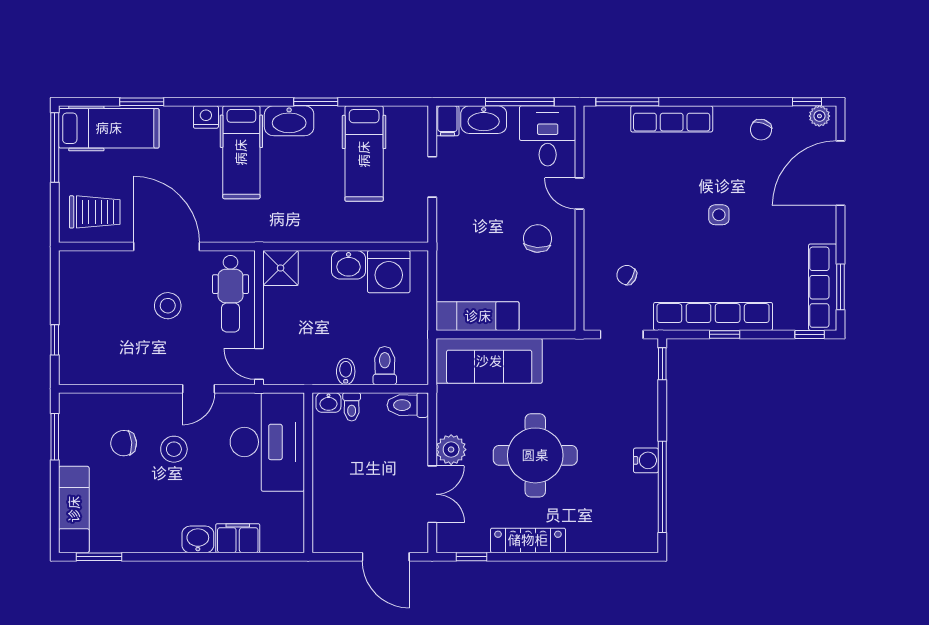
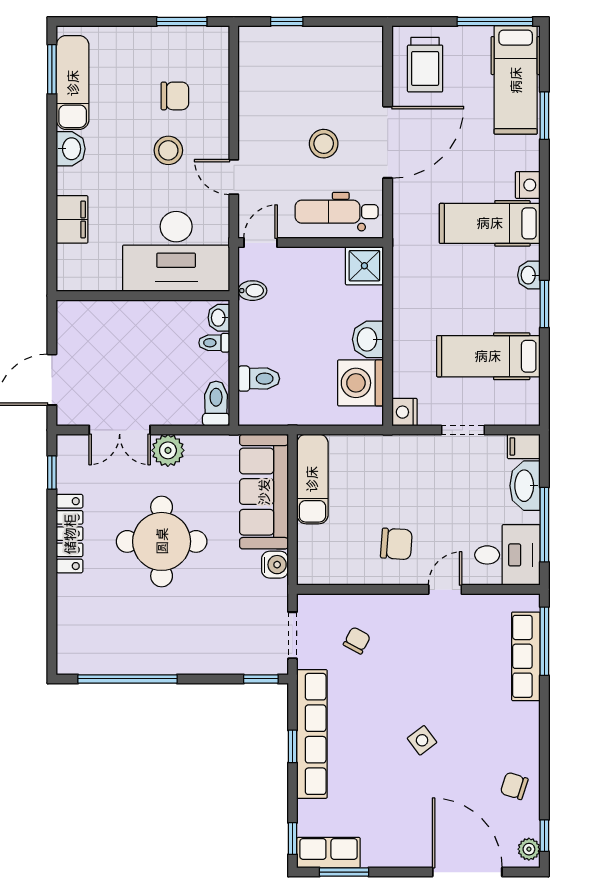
row of seats: (672, 119) -> (526, 656), moved
washbasin: (289, 121) -> (529, 275), width x0.52, depth x0.69
side table: (719, 215) -> (422, 740), turned -37
nightstand: (416, 231) -> (404, 412), added
row of seats: (823, 287) -> (328, 853), width x0.68
bidet: (346, 371) -> (252, 291), moved
chair: (124, 443) -> (175, 96), turned 94
water cooler: (646, 460) -> (275, 565), moved, turned -90
exam couch: (74, 509) -> (73, 83), moved, turned -90
washbasin: (198, 539) -> (71, 149), moved

